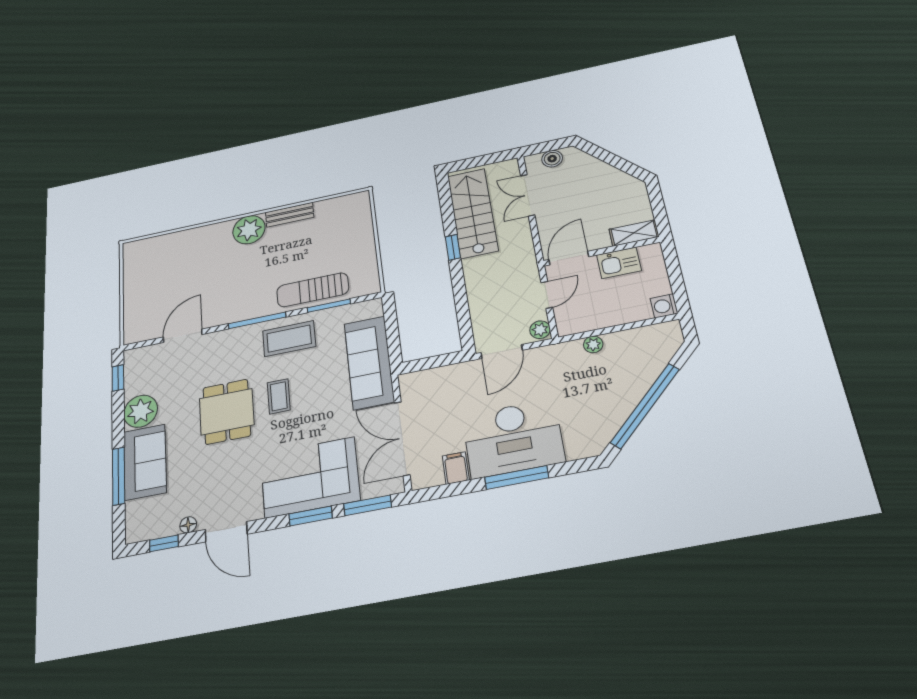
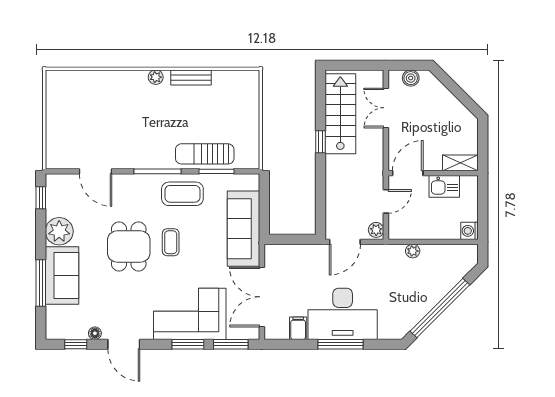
plant: (249, 230) -> (156, 77), width x0.53, depth x0.53
door: (183, 336) -> (96, 171), swing flipped

